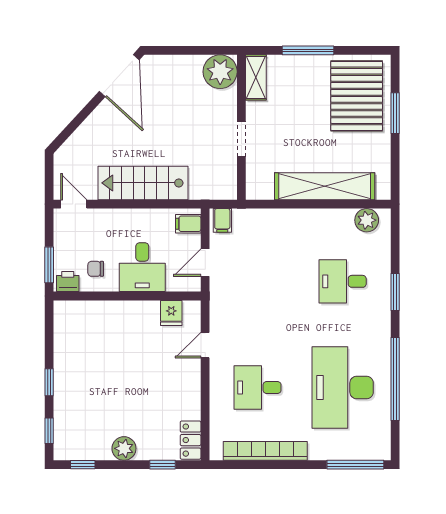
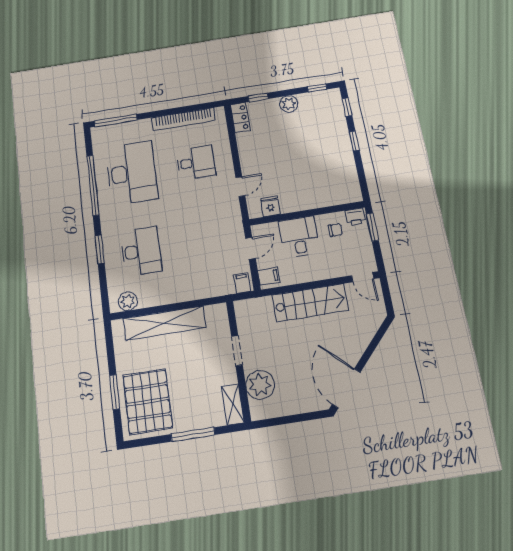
plant: (220, 72) -> (260, 385), moved
desk: (343, 281) -> (141, 251), width x1.37

